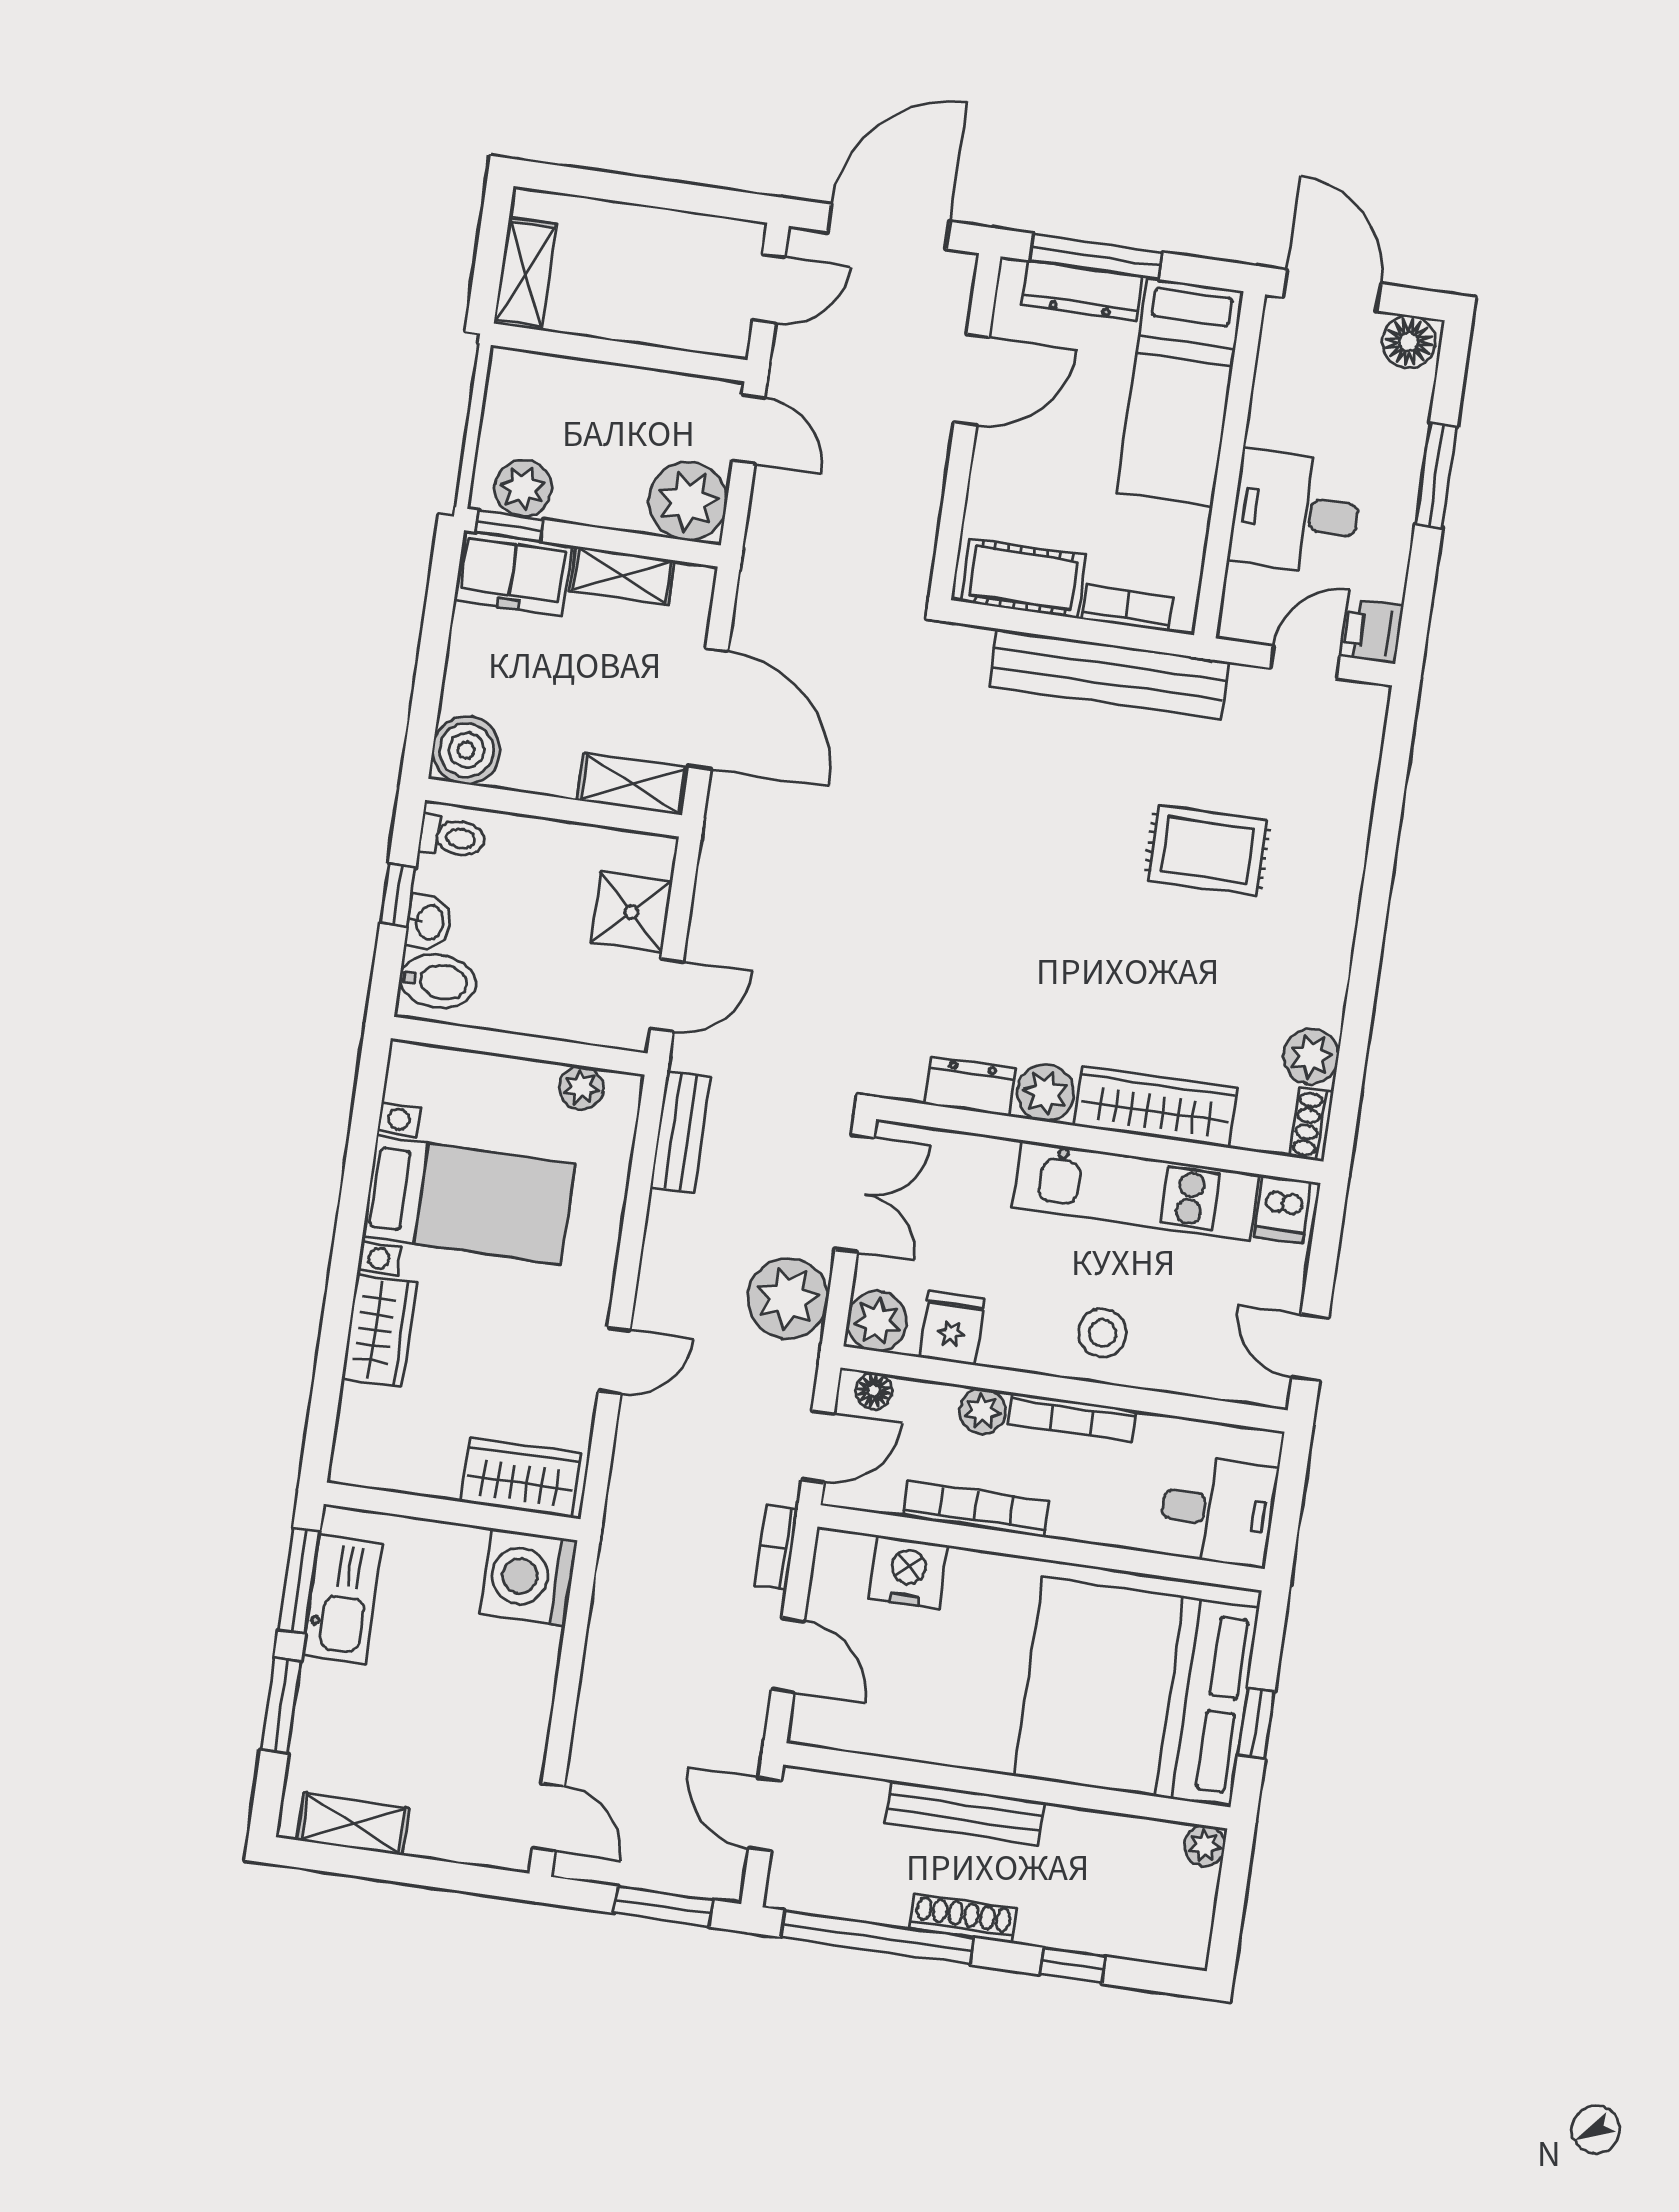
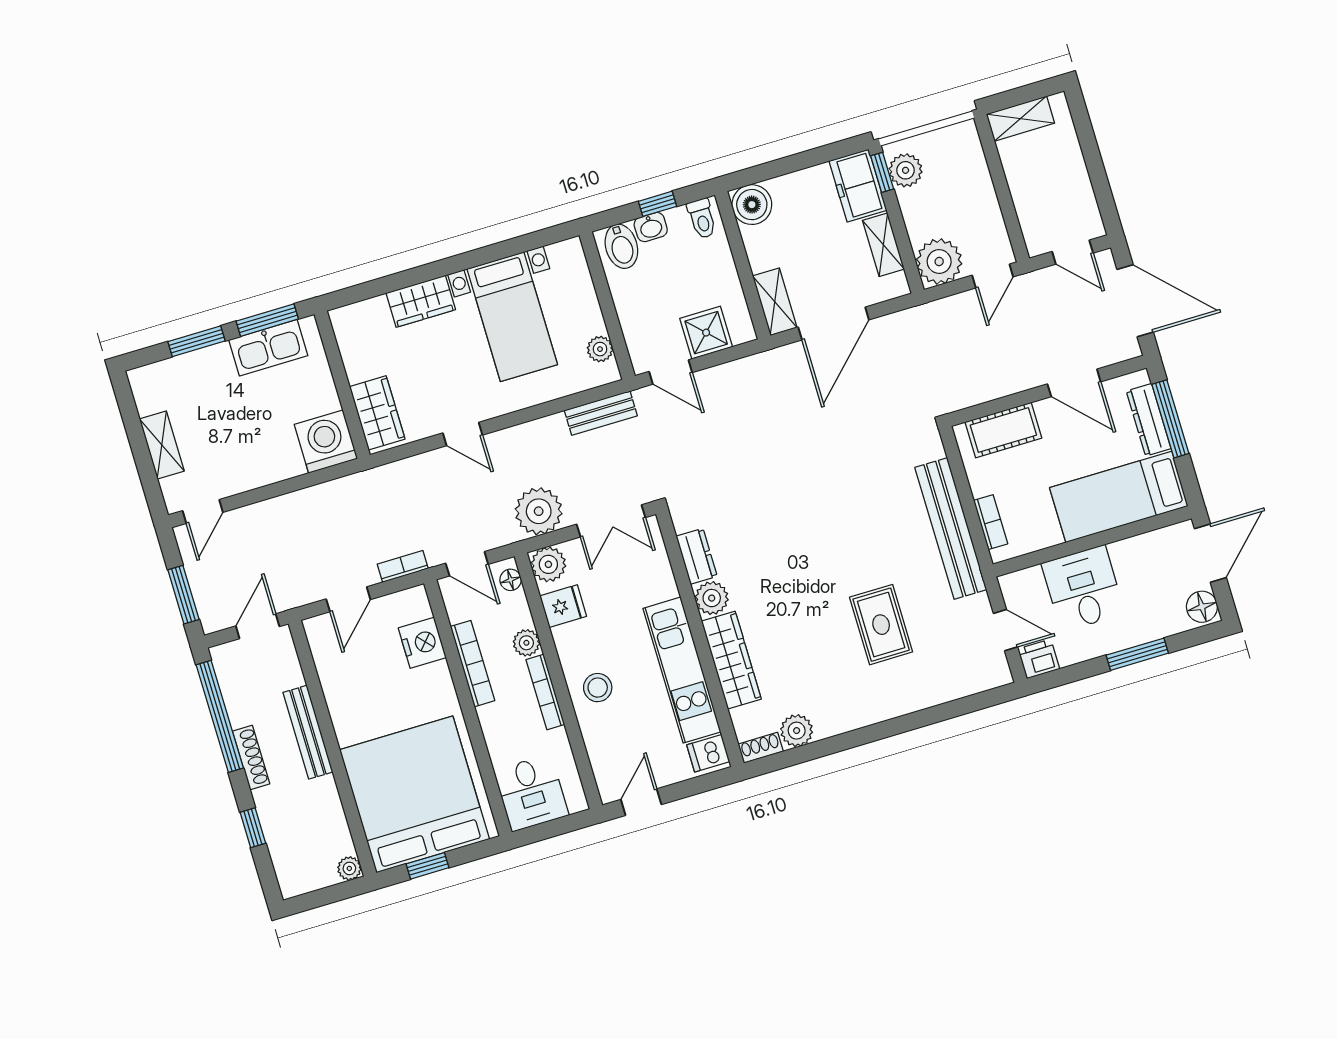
cot: (1024, 578) -> (1003, 430), moved, turned 90
shelving: (353, 1824) -> (162, 445), moved

